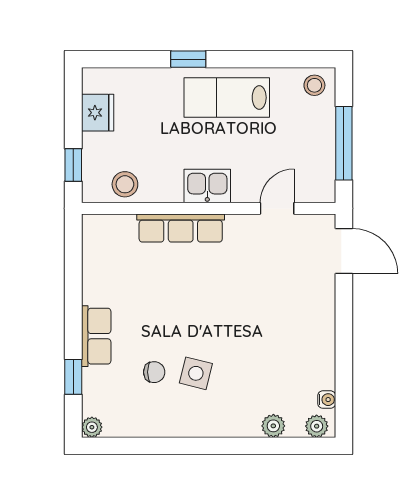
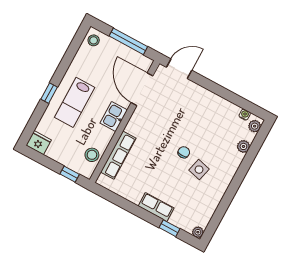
lab bench: (227, 98) -> (75, 102), moved
fridge: (98, 113) -> (39, 143), moved
door: (277, 208) -> (142, 89), width x1.88
row of seats: (181, 228) -> (118, 155), moved
chair: (154, 372) -> (184, 152), moved

